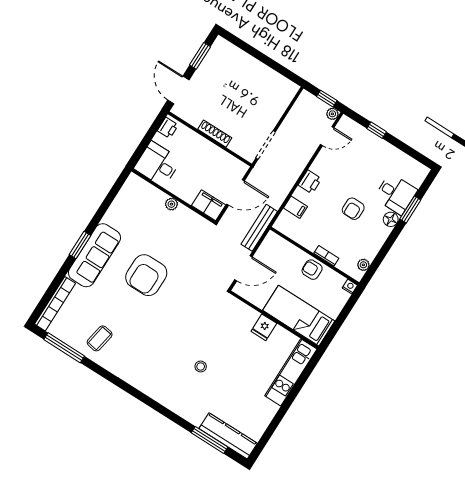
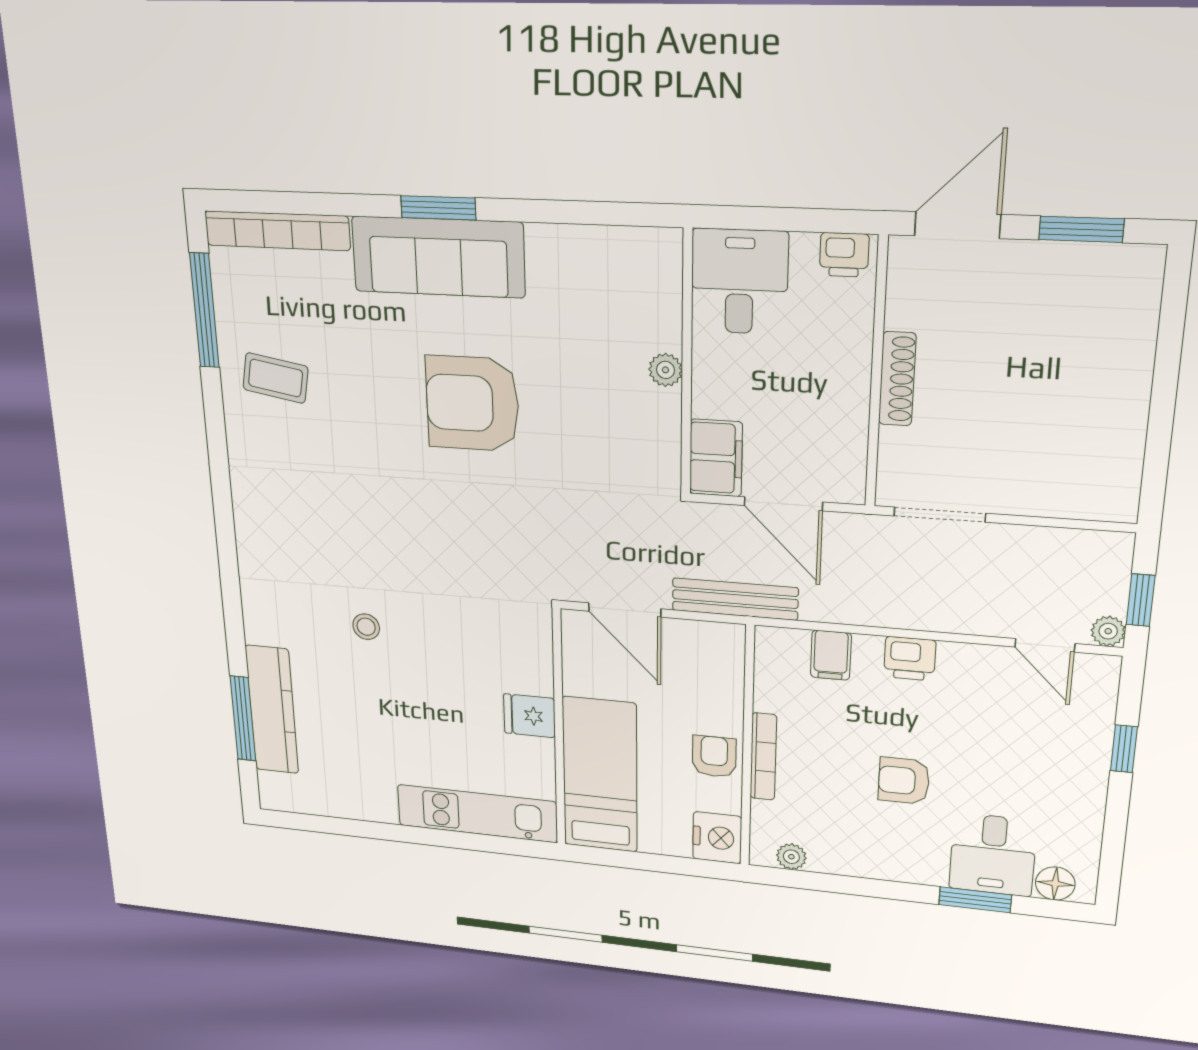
floor lamp: (391, 219) -> (1055, 884), moved
bookcase: (326, 256) -> (763, 757), width x1.56
nightstand: (350, 287) -> (717, 838), width x1.89, depth x1.79
kitchen counter: (228, 436) -> (272, 710), moved

